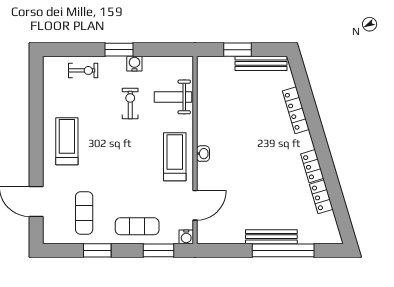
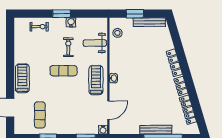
stool: (210, 81) -> (117, 33), added
locker: (296, 110) -> (174, 63), moved
treadmill: (67, 141) -> (22, 78), moved
locker: (321, 197) -> (188, 110), width x1.53
exercise mat: (137, 226) -> (64, 71), moved

